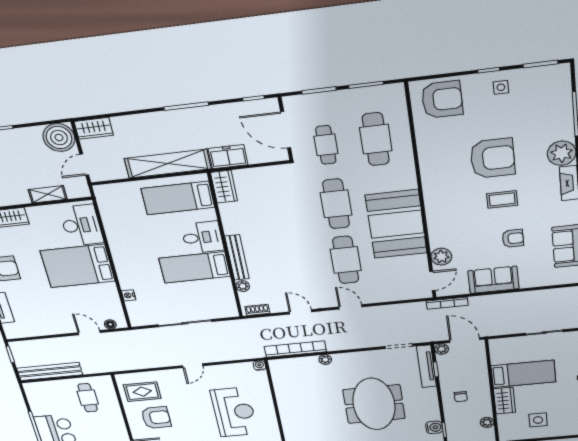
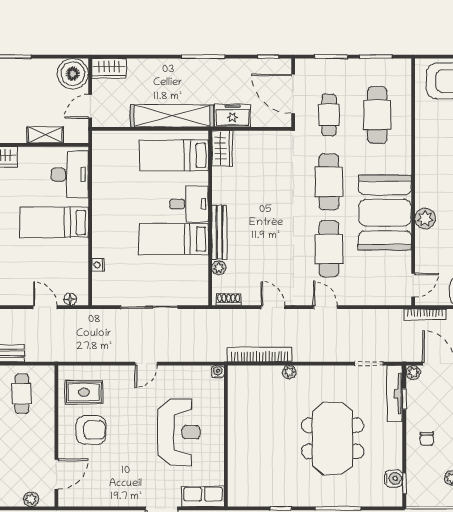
plant: (441, 257) -> (425, 219), moved
bed: (78, 266) -> (54, 223), width x0.67

